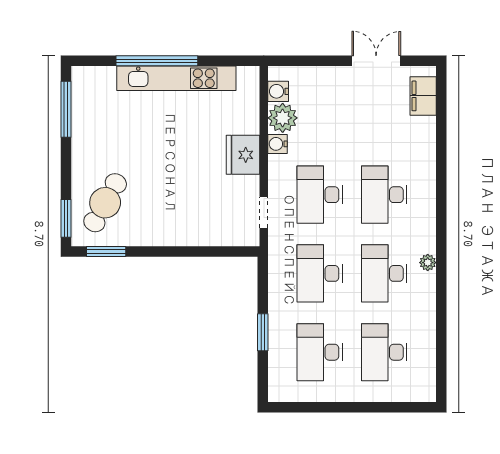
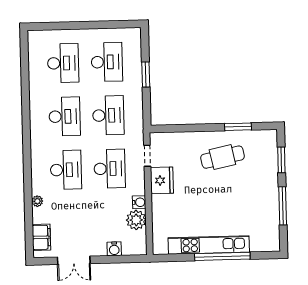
water cooler: (278, 91) -> (114, 249), moved, turned 90
window: (66, 109) -> (283, 206), moved
fridge: (243, 155) -> (162, 180), moved
cafe table: (105, 203) -> (222, 157), moved, turned 49
window: (66, 218) -> (281, 160), moved
window: (106, 251) -> (238, 127), moved
plant: (428, 263) -> (37, 201), moved

